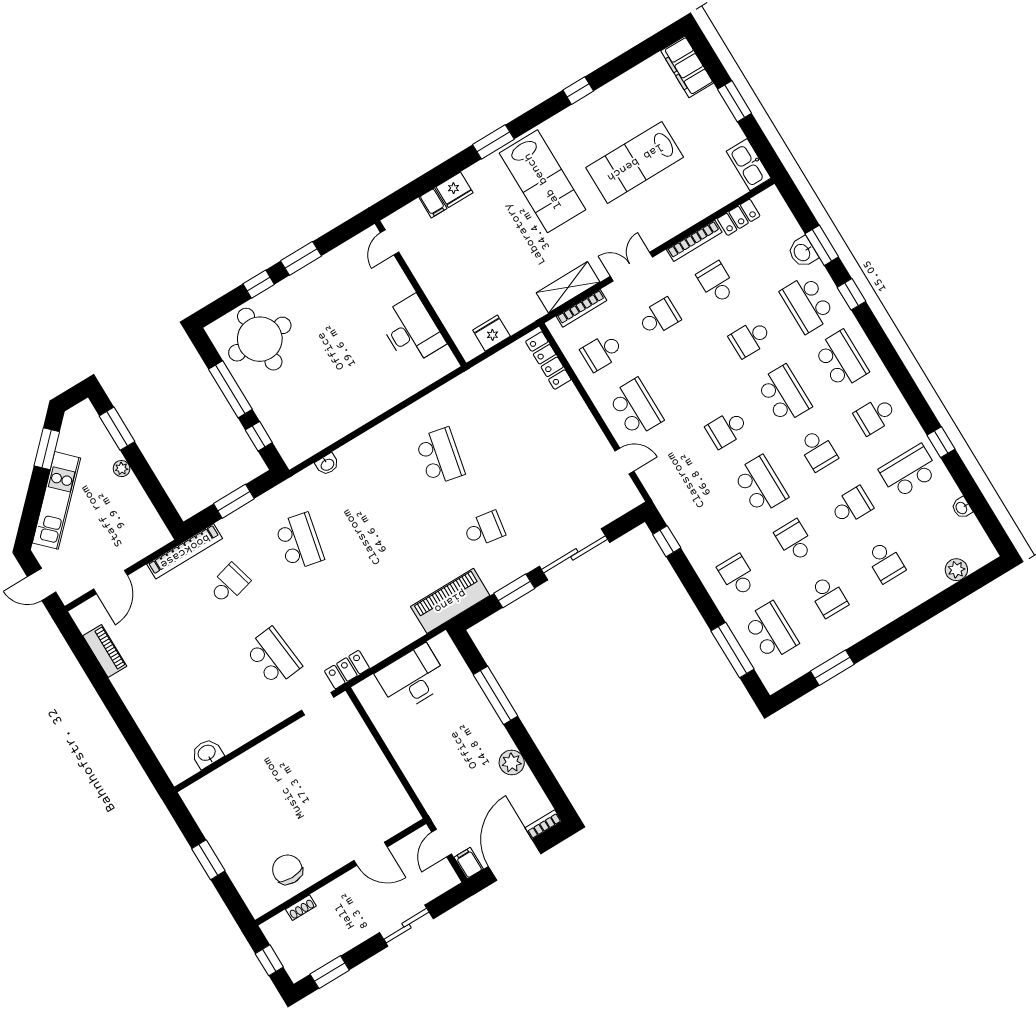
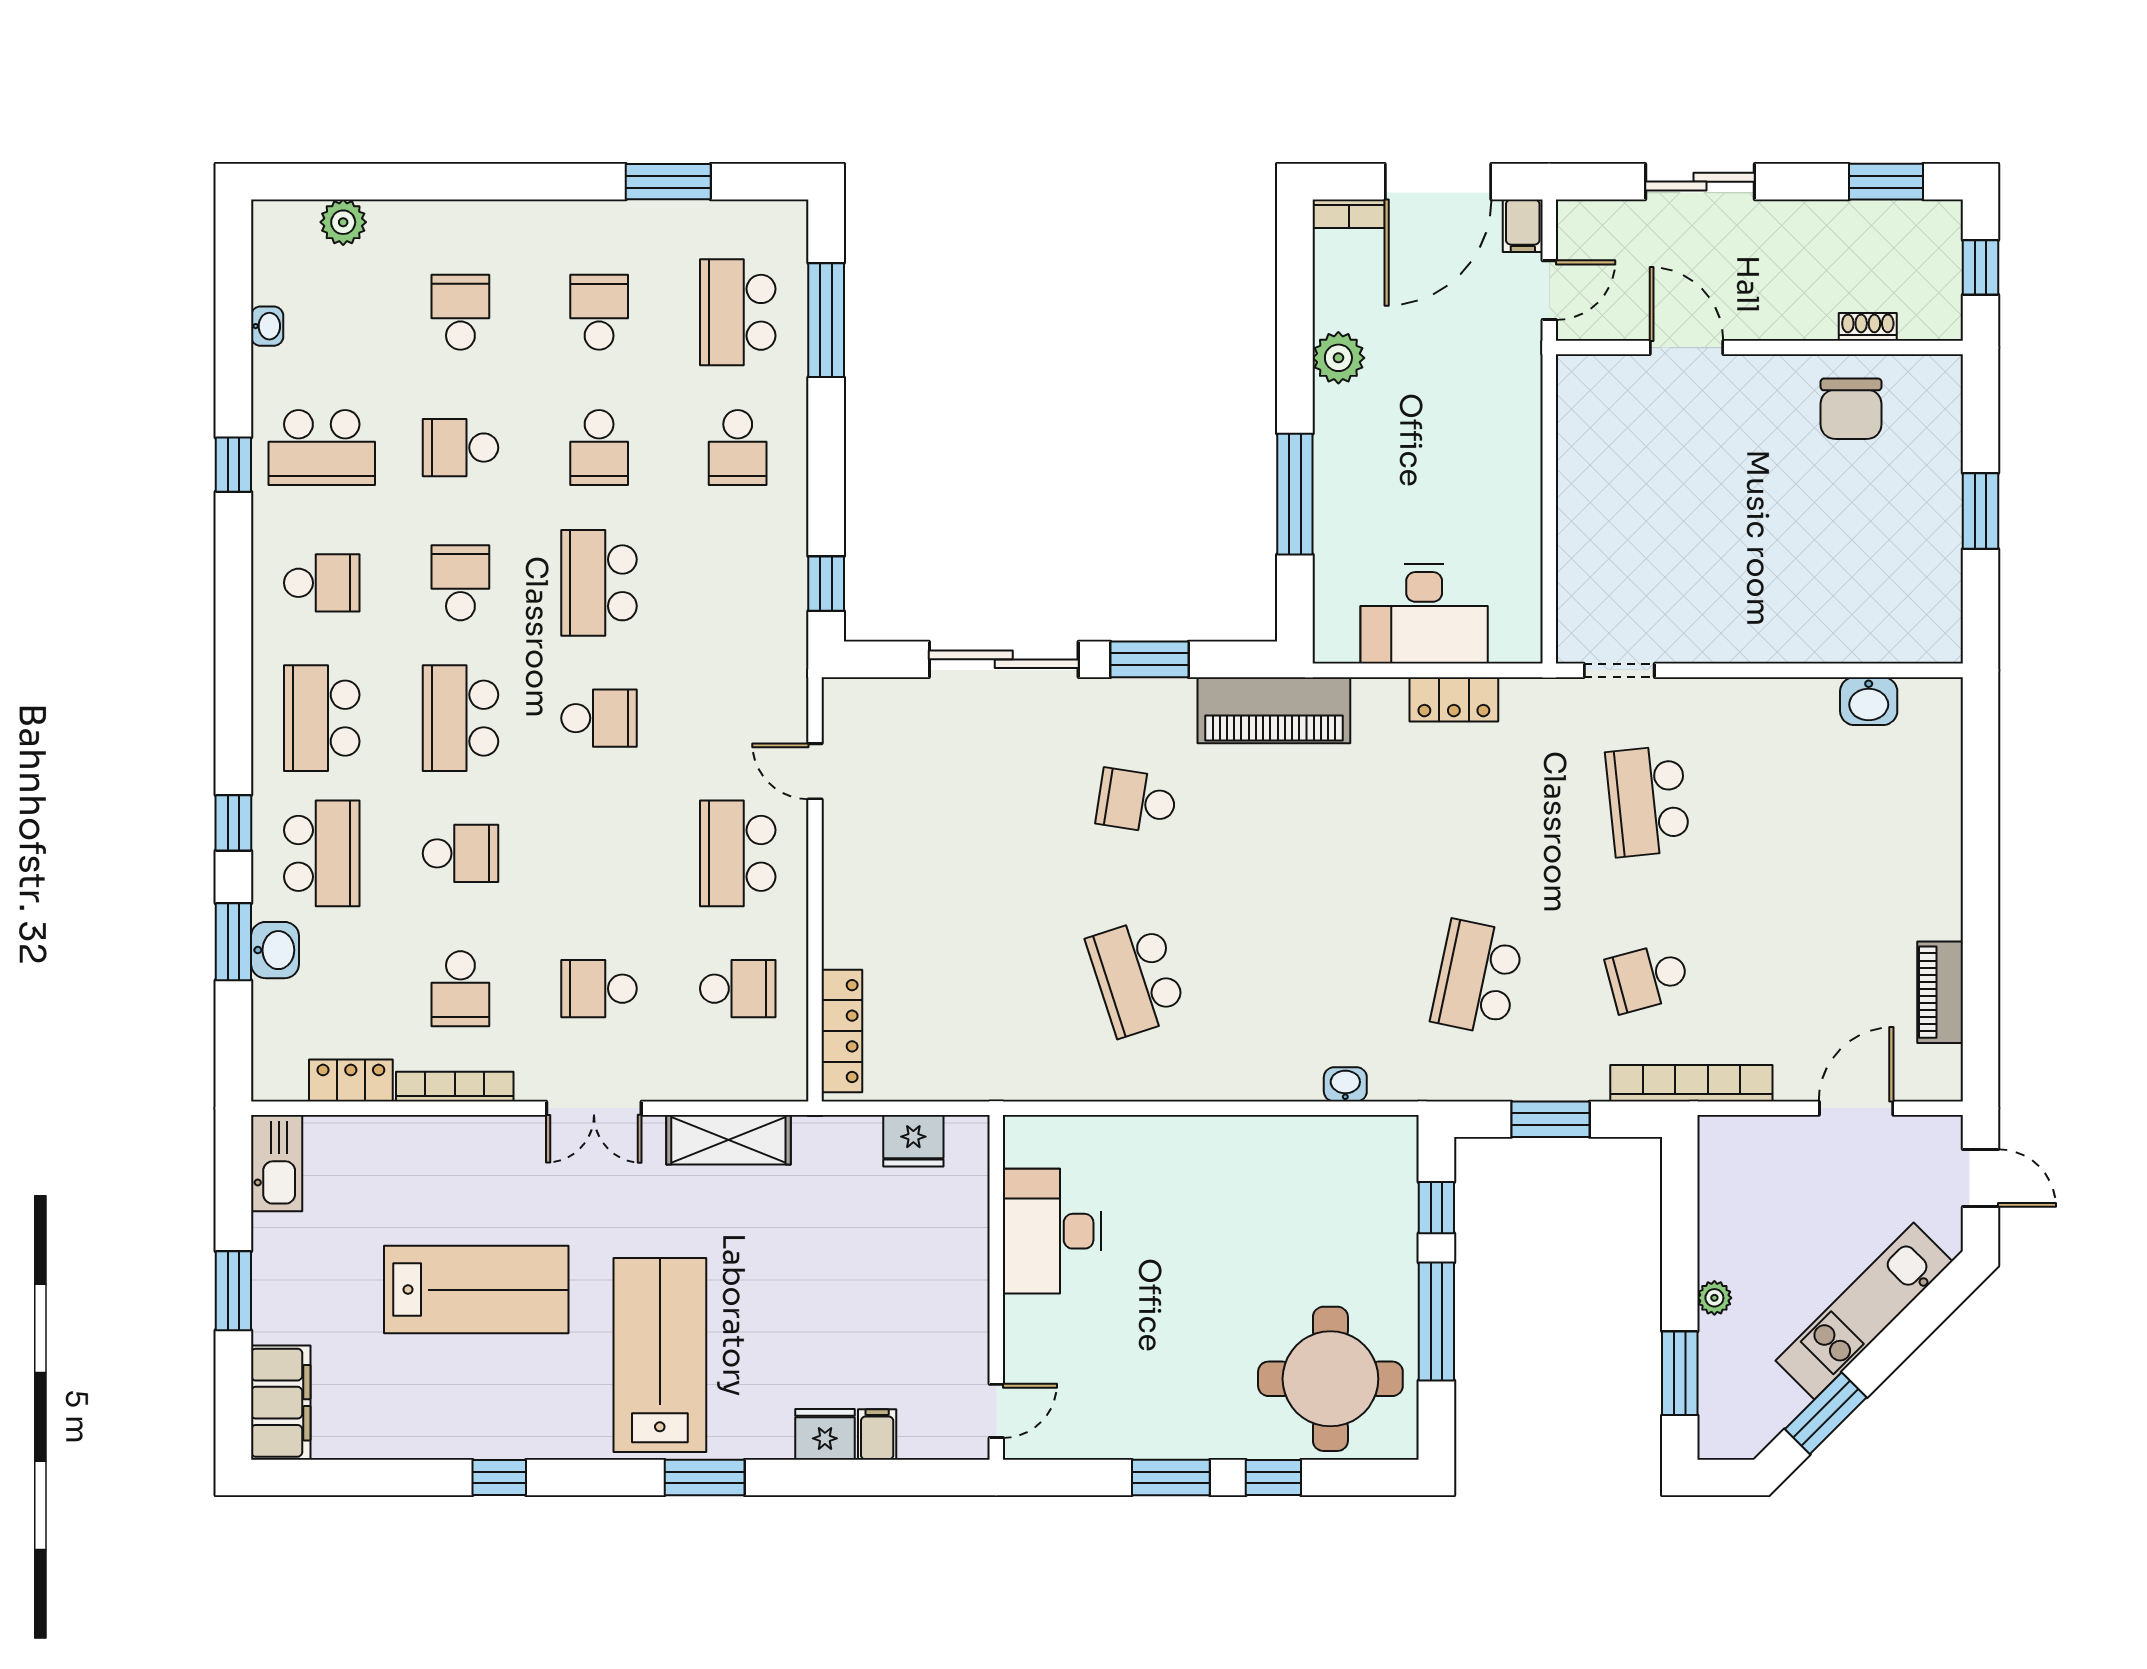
bookcase: (582, 308) -> (727, 1088), removed
school desk: (440, 456) -> (1137, 978), turned -30
locker: (347, 670) -> (1454, 699), moved

